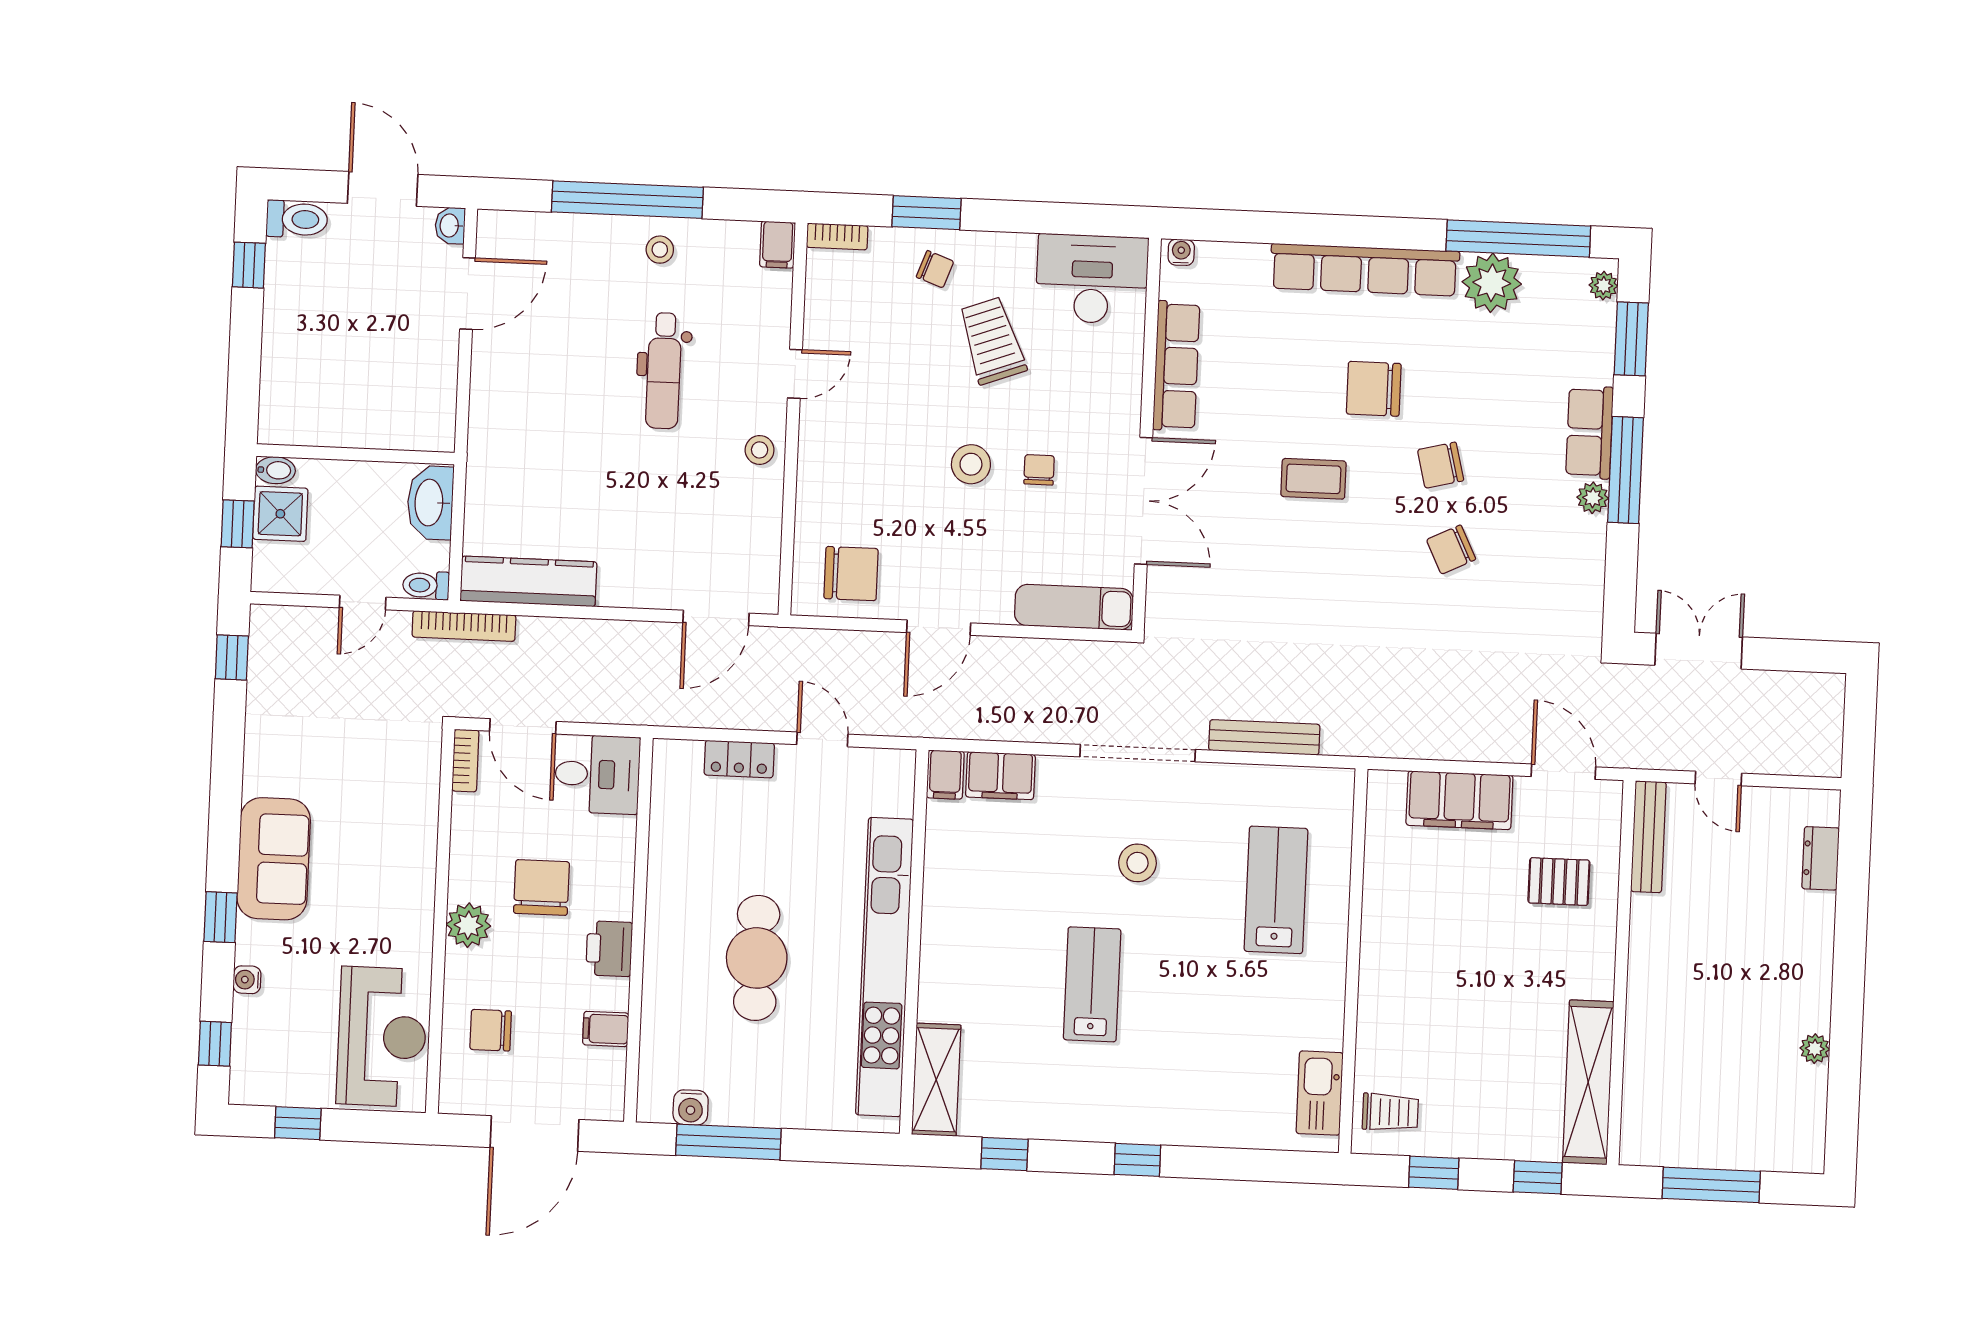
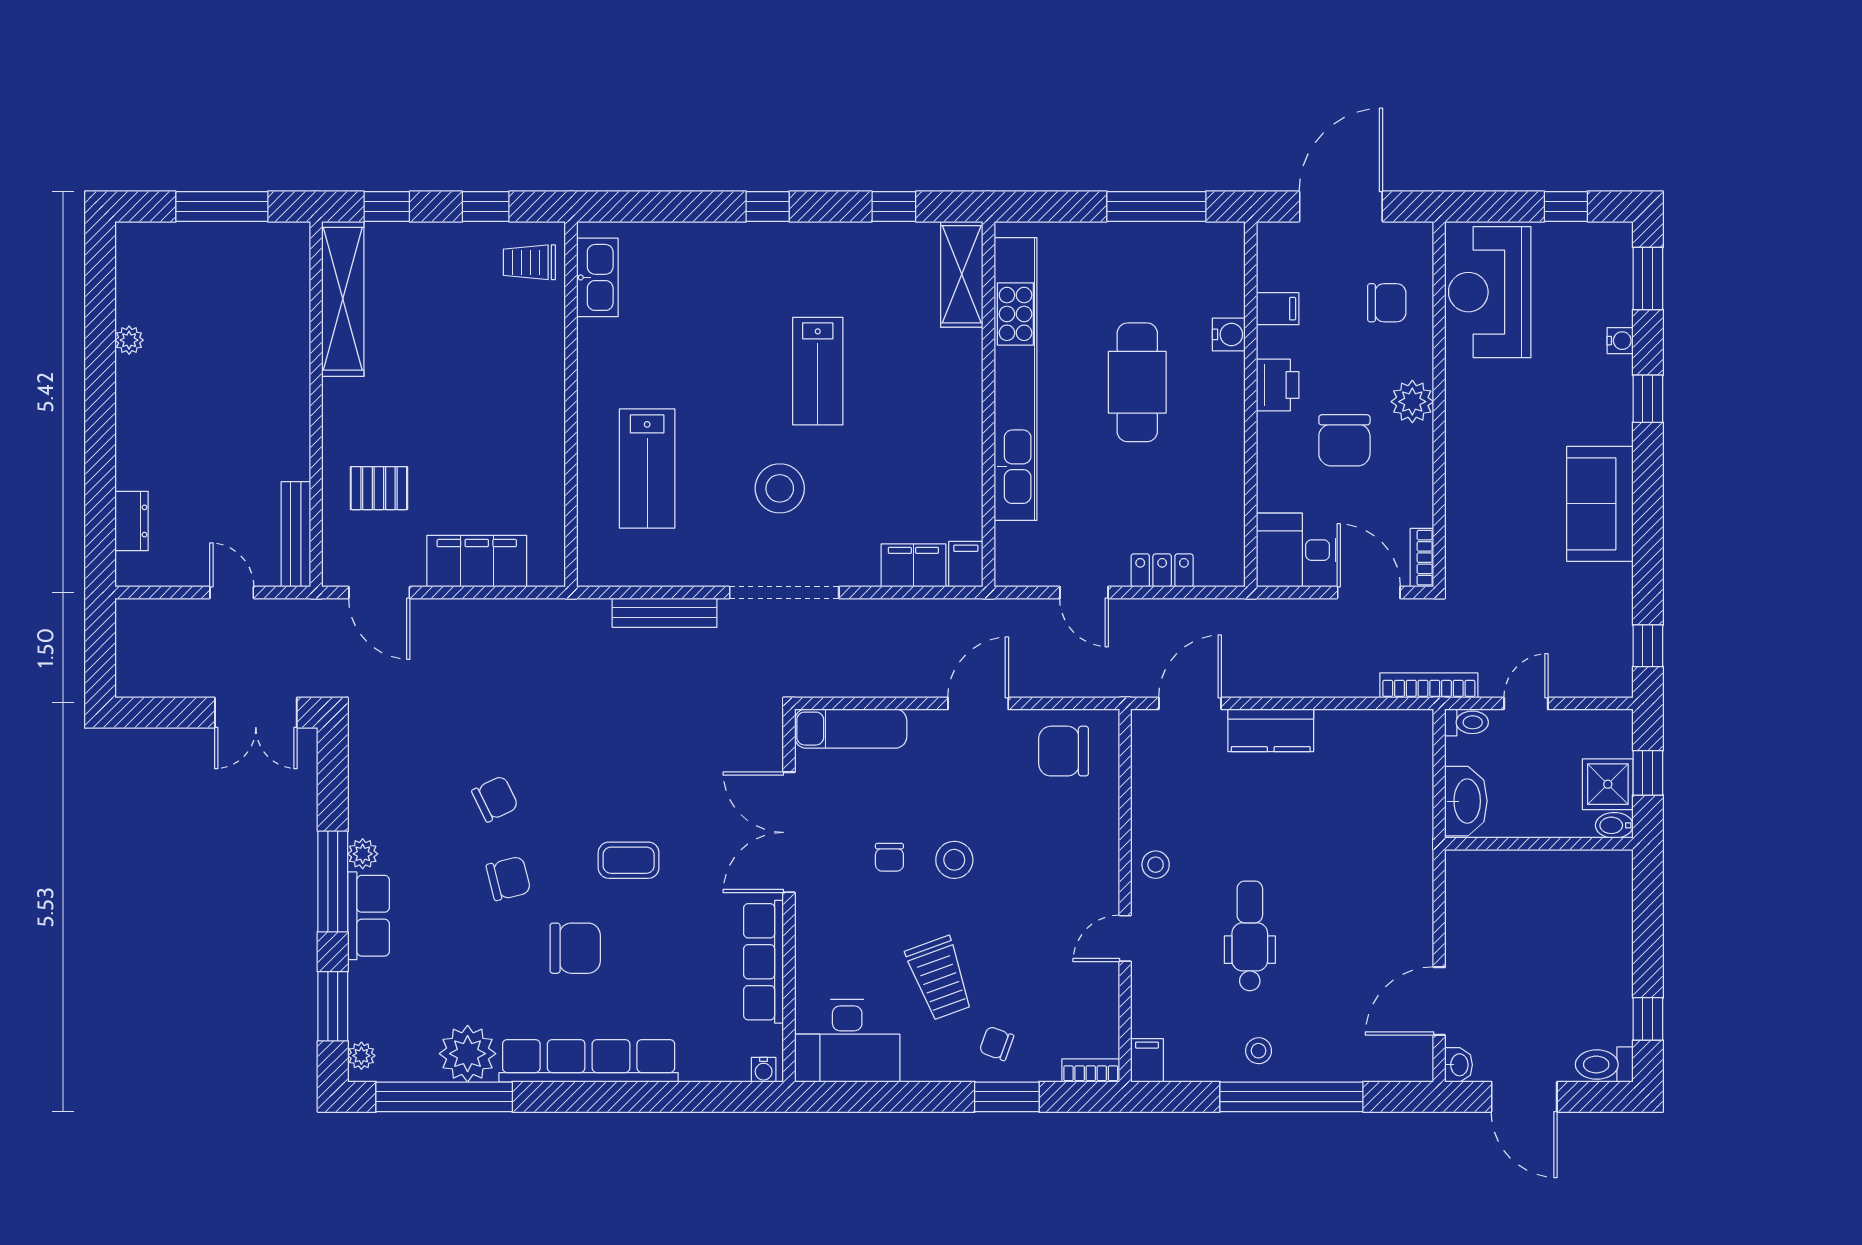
kitchen counter: (528, 581) -> (1271, 730), moved, width x0.67
sofa: (274, 859) -> (1600, 504), moved
stool: (1137, 863) -> (780, 488), width x1.38, depth x1.38
window: (215, 1044) -> (1648, 279), width x1.50
water cooler: (691, 1107) -> (1229, 334), moved, turned 90

